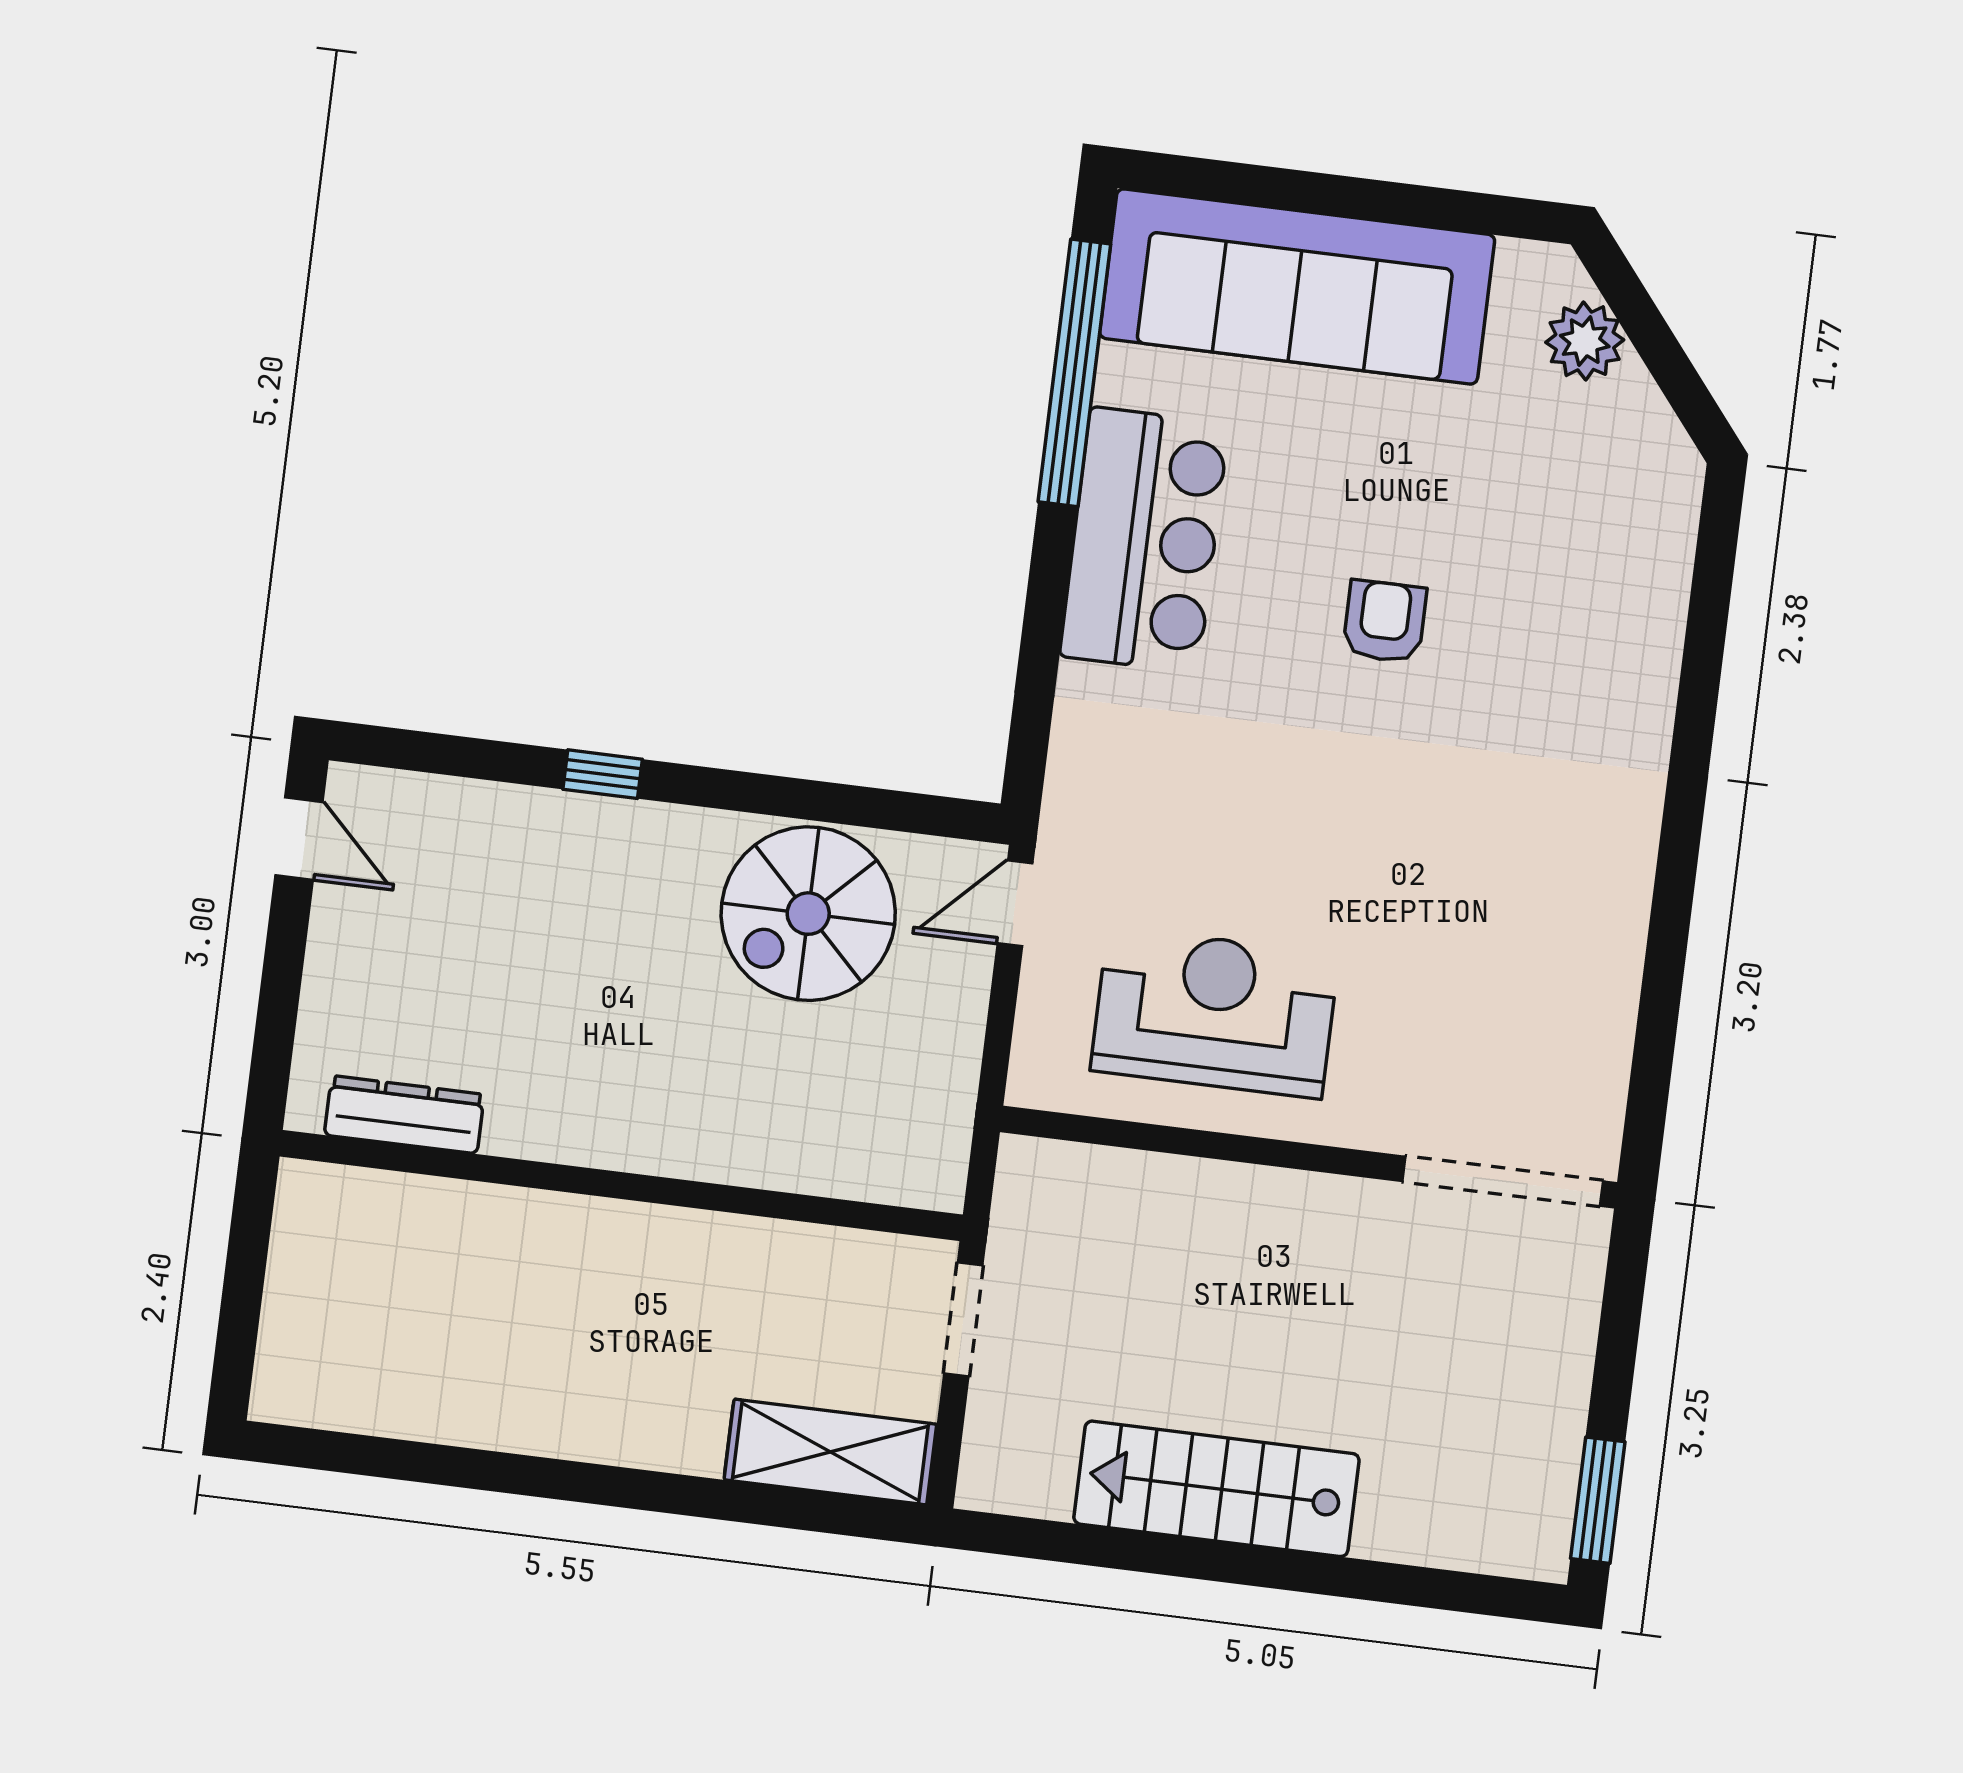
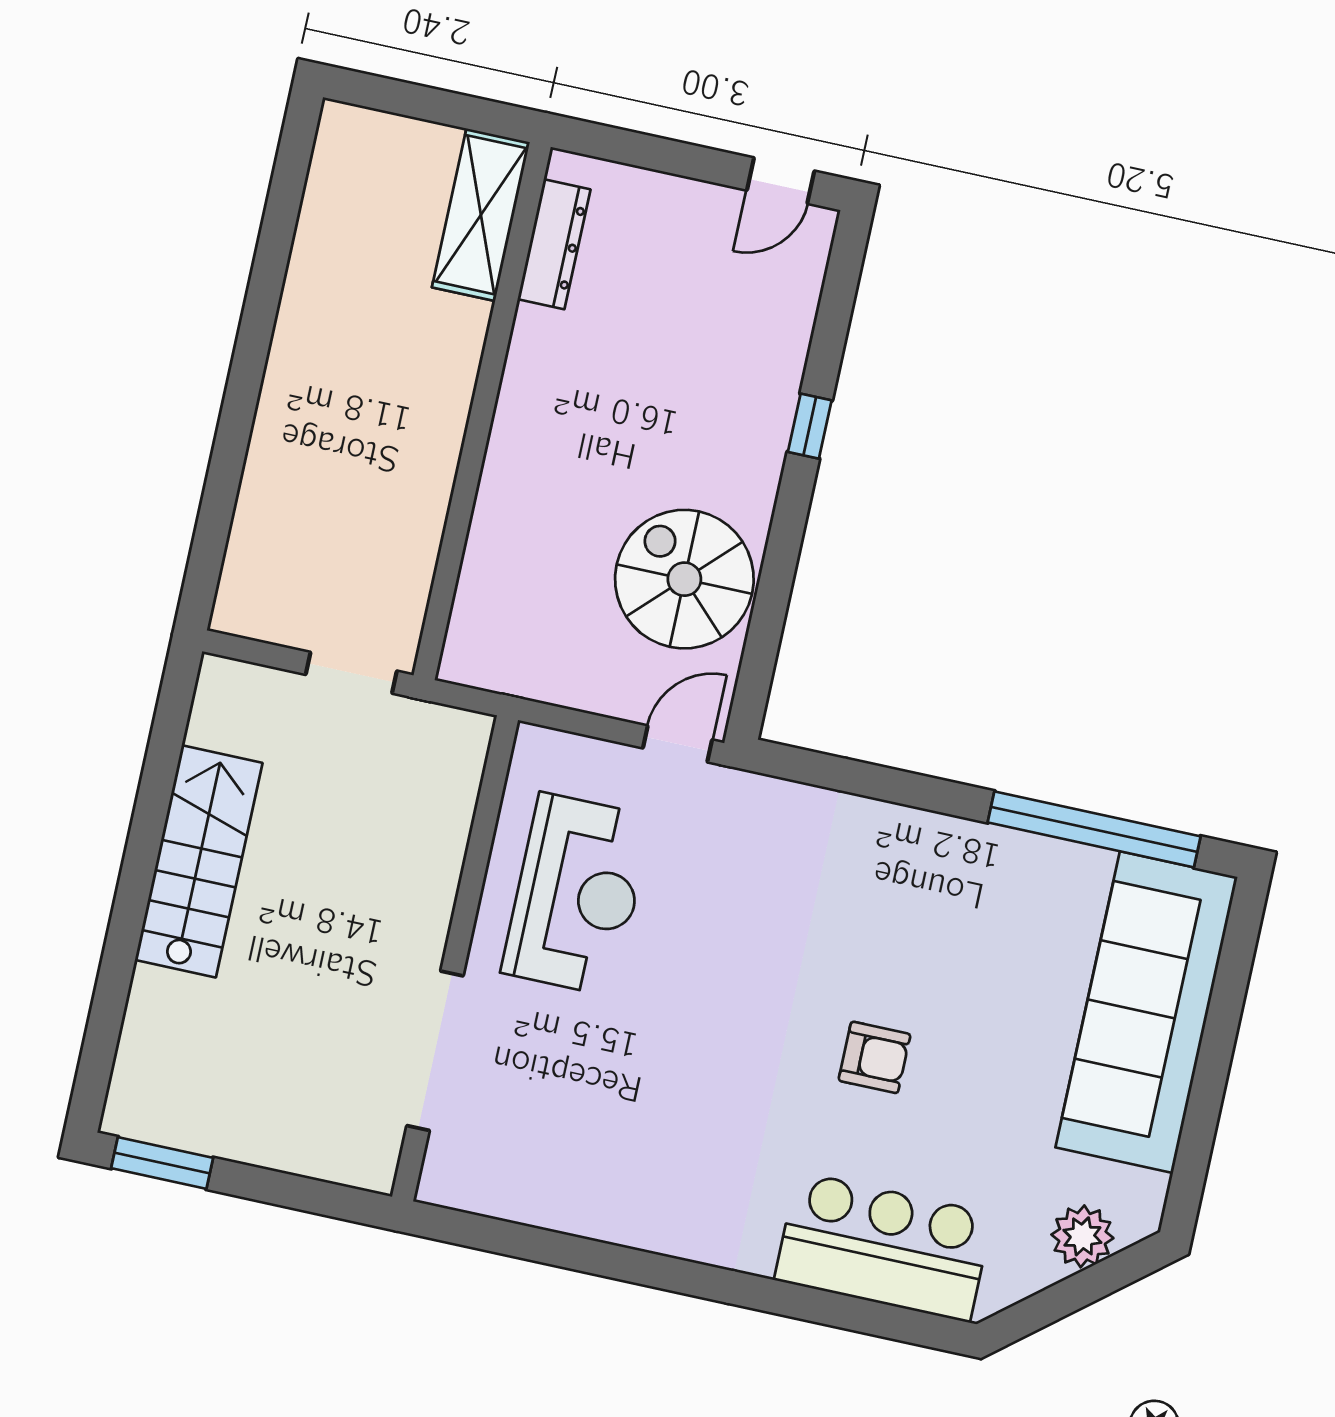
bar counter: (1144, 540) -> (884, 1247), moved, turned 180
door: (1015, 903) -> (677, 744), hinge flipped
doorway: (1503, 1181) -> (435, 1051), moved
shelving: (830, 1452) -> (481, 215), moved

